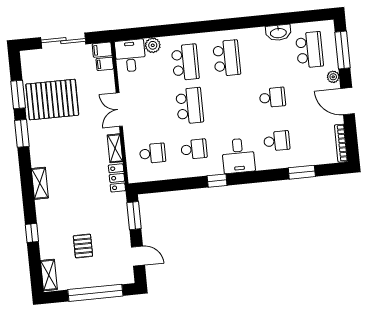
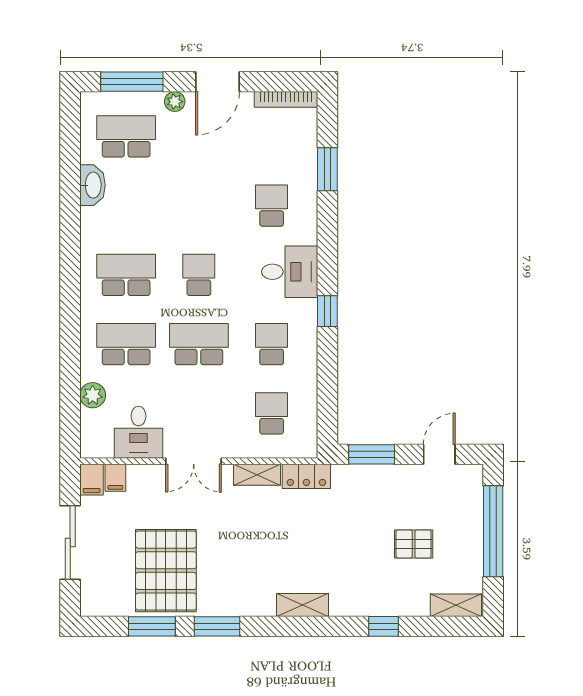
desk: (130, 56) -> (138, 432), moved, turned -90
school desk: (272, 97) -> (199, 275), moved

